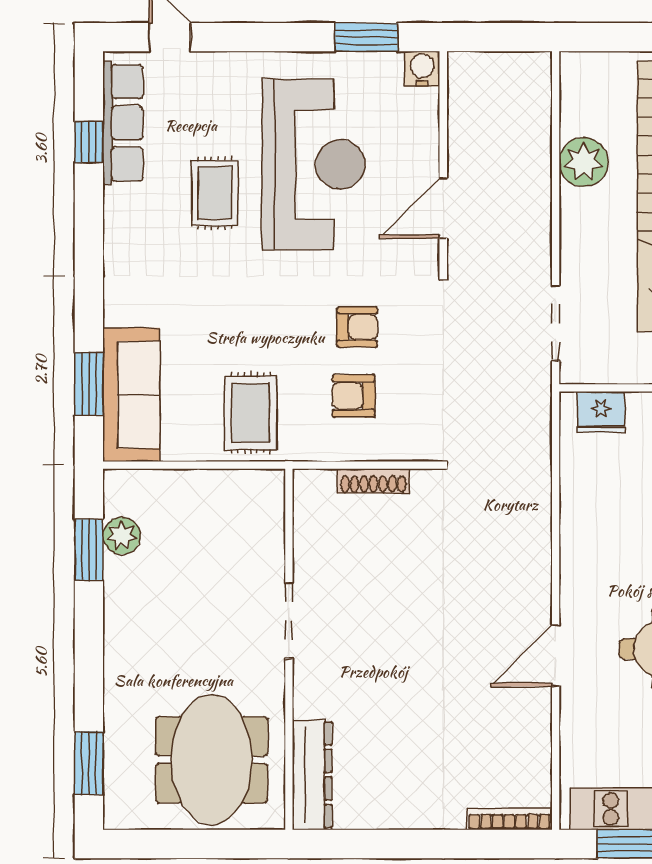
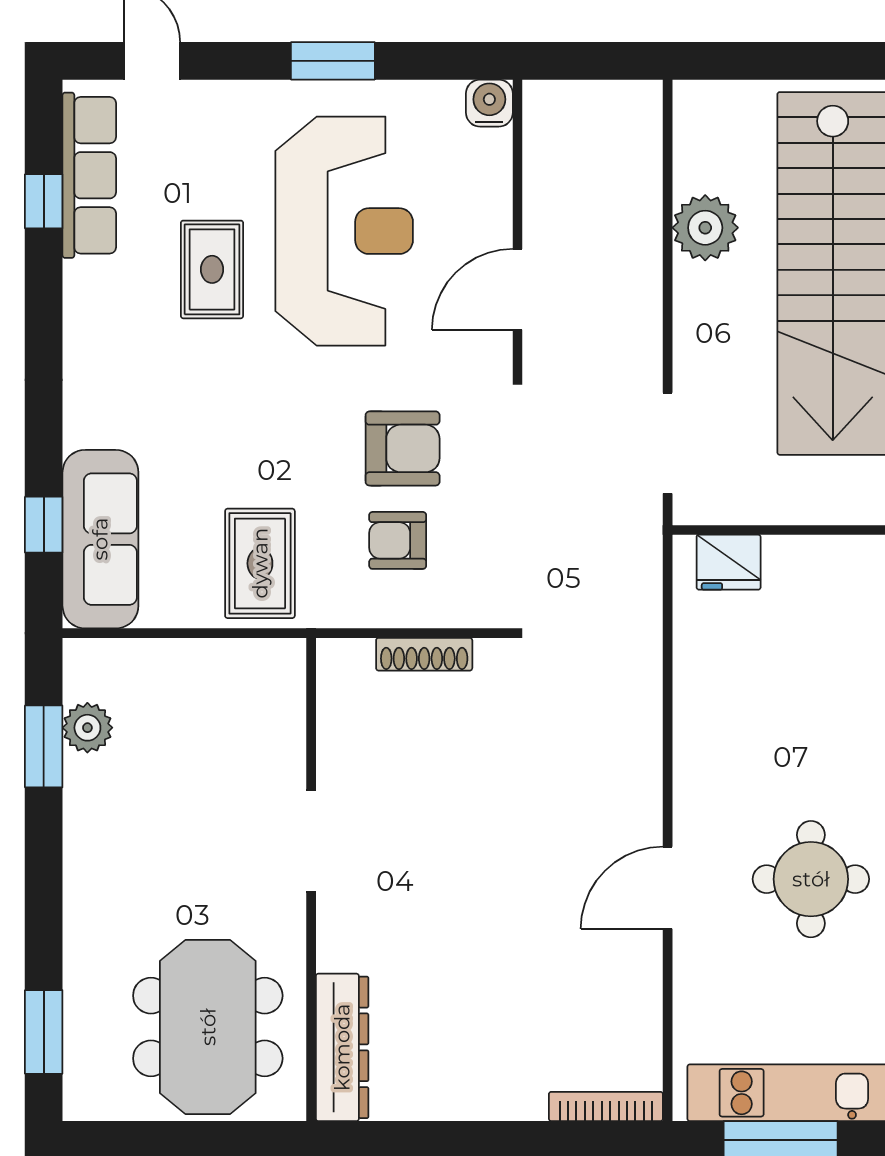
window: (366, 37) -> (333, 61), moved
armchair: (357, 327) -> (403, 448), width x1.38, depth x1.38
window: (89, 384) -> (44, 525), width x0.67

